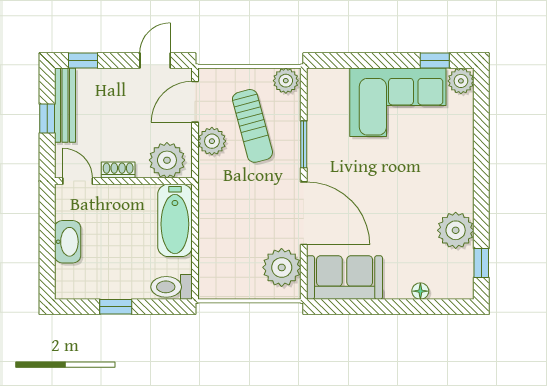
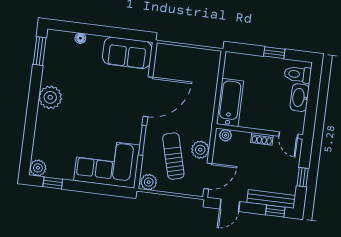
corner sofa: (398, 102) -> (107, 163), moved
bench: (65, 105) -> (271, 199), moved, turned 90
plant: (167, 160) -> (226, 135), width x0.53, depth x0.53
door: (304, 213) -> (148, 97), swing flipped
plant: (456, 230) -> (50, 97), moved
window: (481, 263) -> (40, 51), width x1.50
plant: (282, 267) -> (166, 64), removed
toilet: (172, 287) -> (298, 74), moved, turned 180

